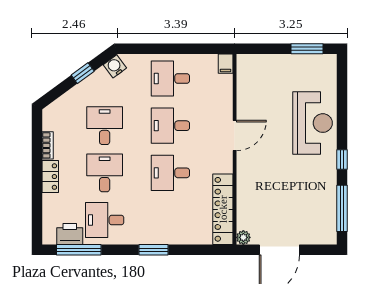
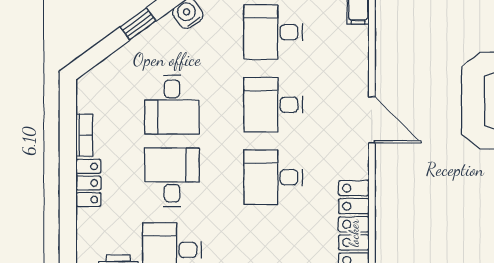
desk: (105, 126) -> (172, 105), turned 180
door: (235, 135) -> (372, 120), hinge flipped

